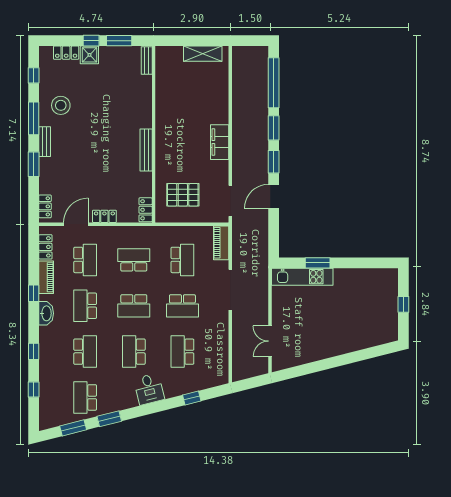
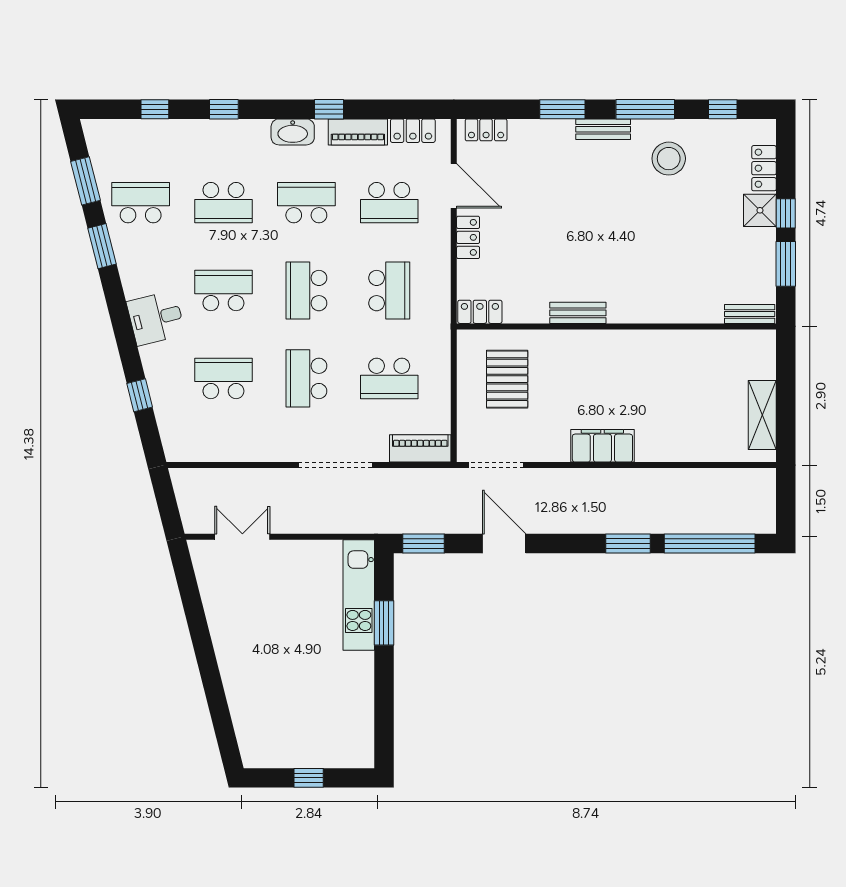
bench: (146, 150) -> (578, 313), width x0.73
window: (274, 162) -> (424, 543), moved

